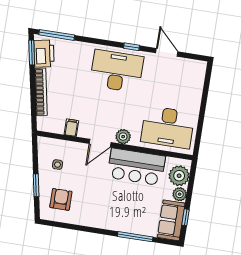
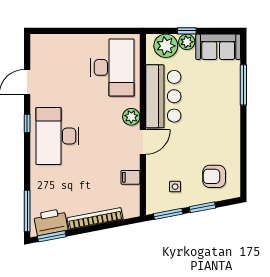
door: (100, 143) -> (143, 142), hinge flipped
window: (35, 155) -> (168, 214), added
window: (186, 217) -> (187, 31), moved

